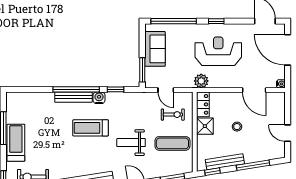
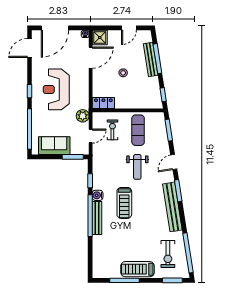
plant: (201, 81) -> (83, 116), moved
shower: (205, 126) -> (100, 37), moved
bench: (225, 162) -> (151, 59), moved

